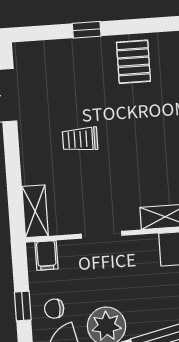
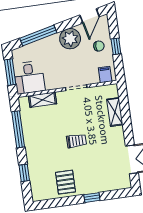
trolley: (80, 139) -> (76, 141), moved
shelving: (35, 211) -> (115, 112), moved

